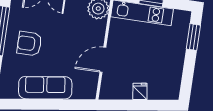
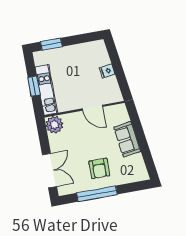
sofa: (45, 88) -> (127, 139), width x0.73

